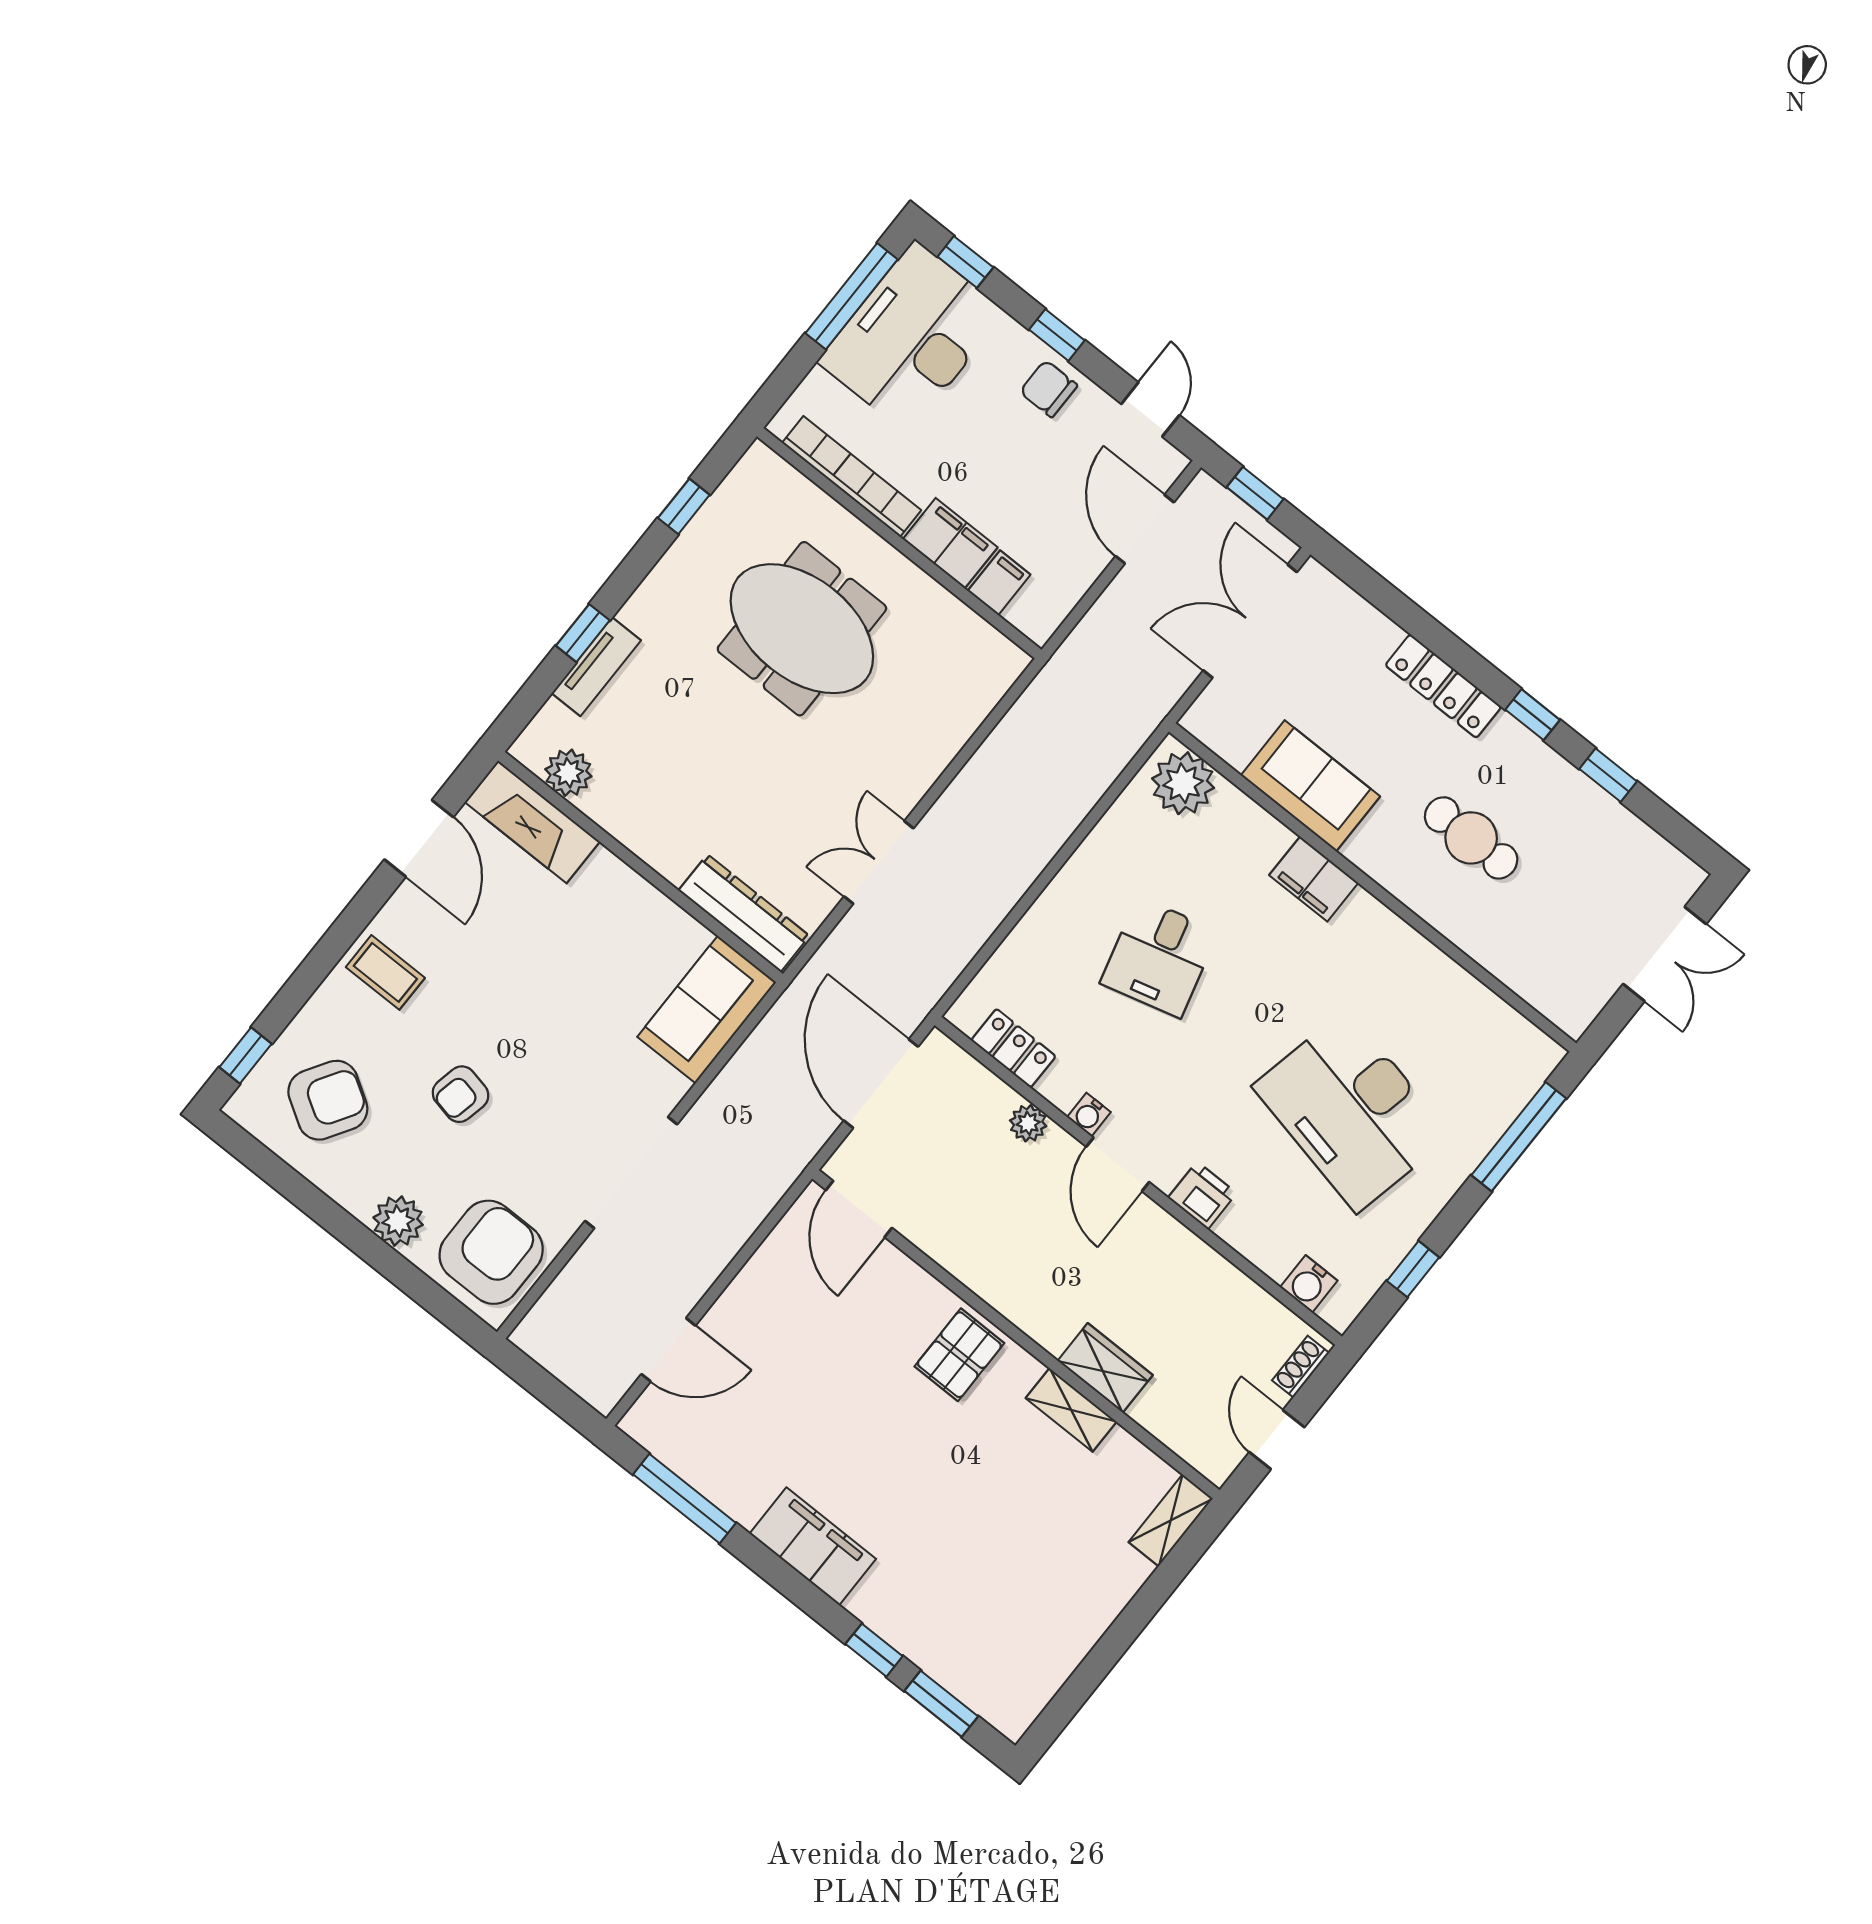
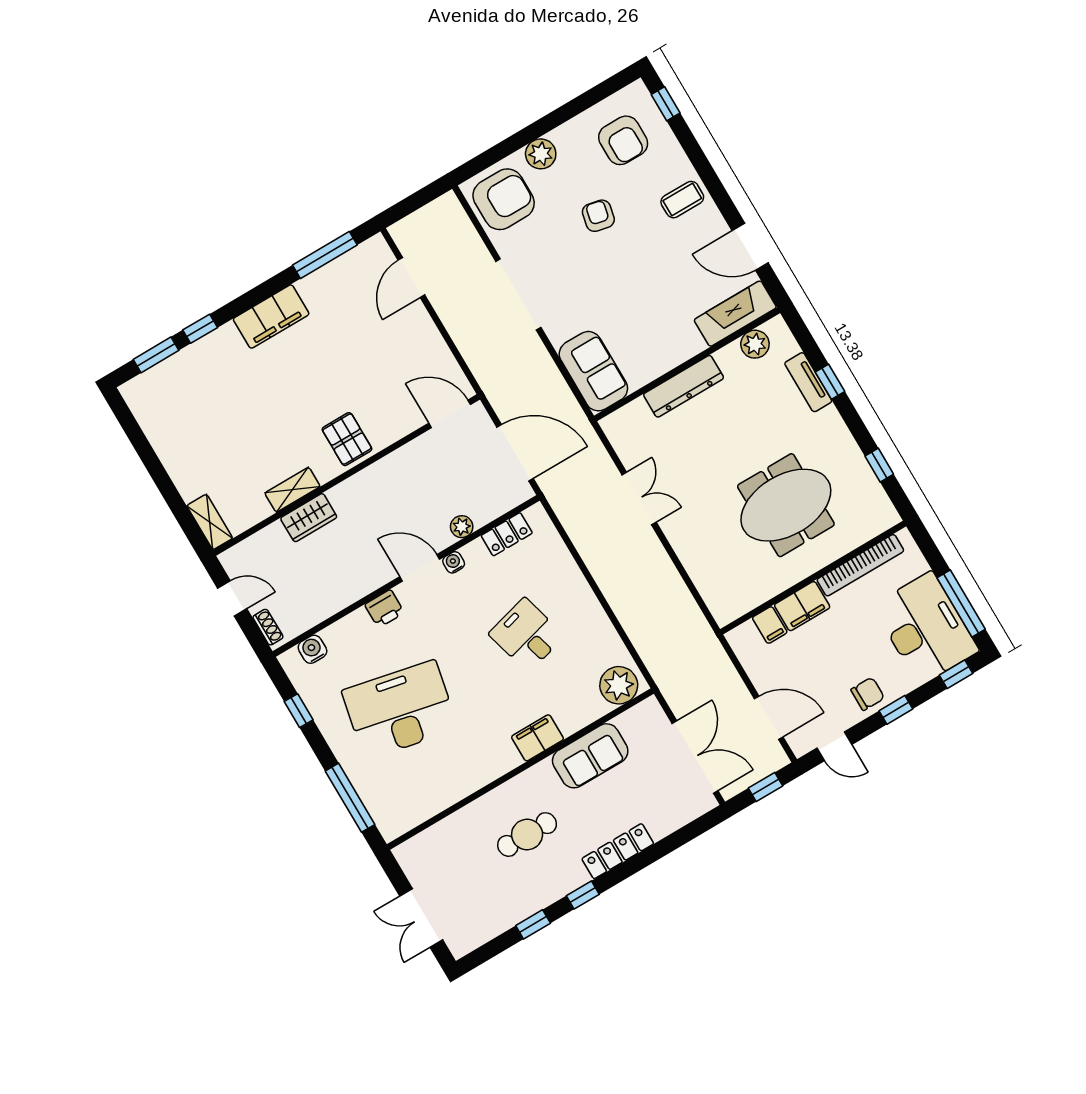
dresser: (744, 913) -> (684, 386), moved
armchair: (328, 1100) -> (623, 140), turned -32
armchair: (491, 1252) -> (504, 199), turned -90

